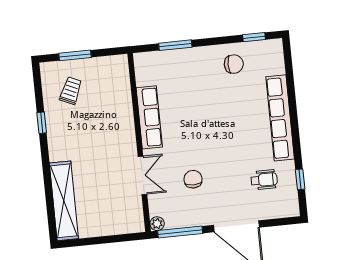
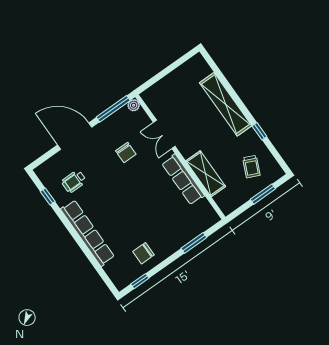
shelving: (122, 110) -> (206, 174), added
shelving: (64, 201) -> (226, 104), moved

